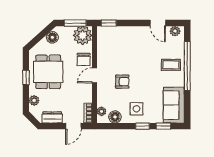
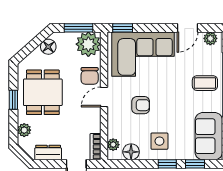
door: (158, 23) -> (188, 28), hinge flipped
corner sofa: (124, 43) -> (143, 54), added

